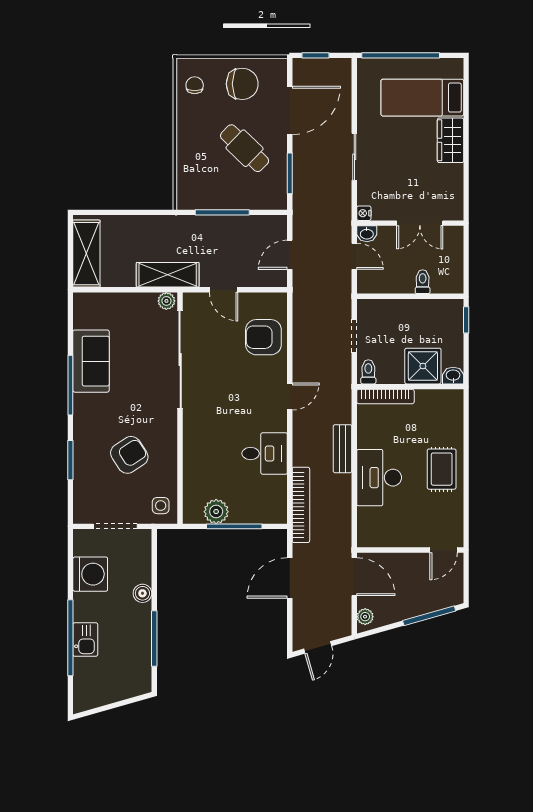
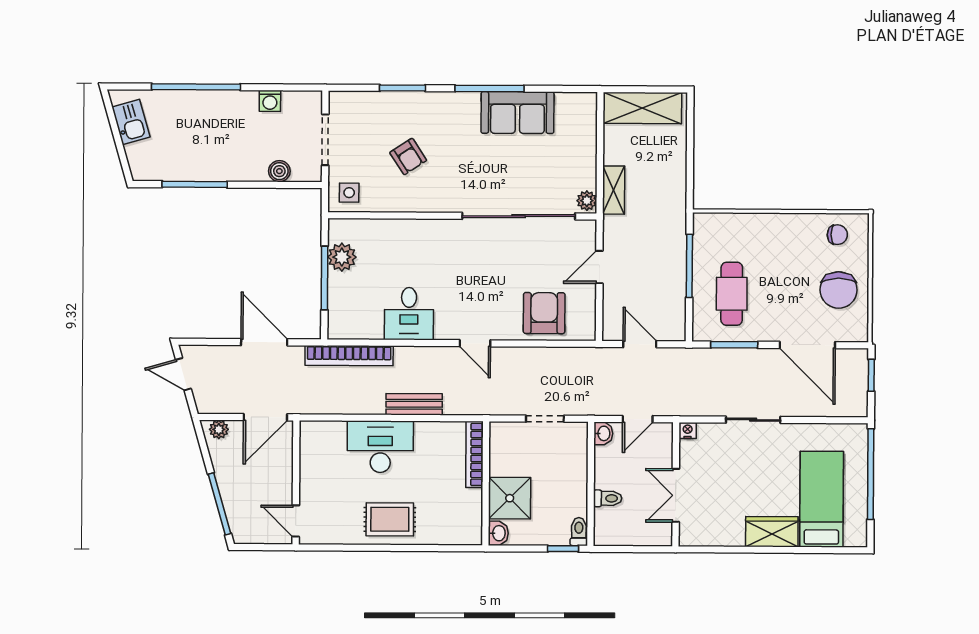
cafe table: (245, 148) -> (732, 294), moved, turned -44
washbasin: (367, 234) -> (603, 433), moved, turned 180
shelving: (168, 275) -> (614, 190), width x0.67, depth x0.75
toilet: (368, 372) -> (579, 532), moved, turned -90
armchair: (129, 455) -> (408, 156), width x0.72, depth x0.72
washing machine: (90, 574) -> (270, 101), width x0.53, depth x0.53
boiler: (142, 593) -> (279, 171), moved
kitchen sink: (85, 640) -> (131, 122), moved, turned -106

